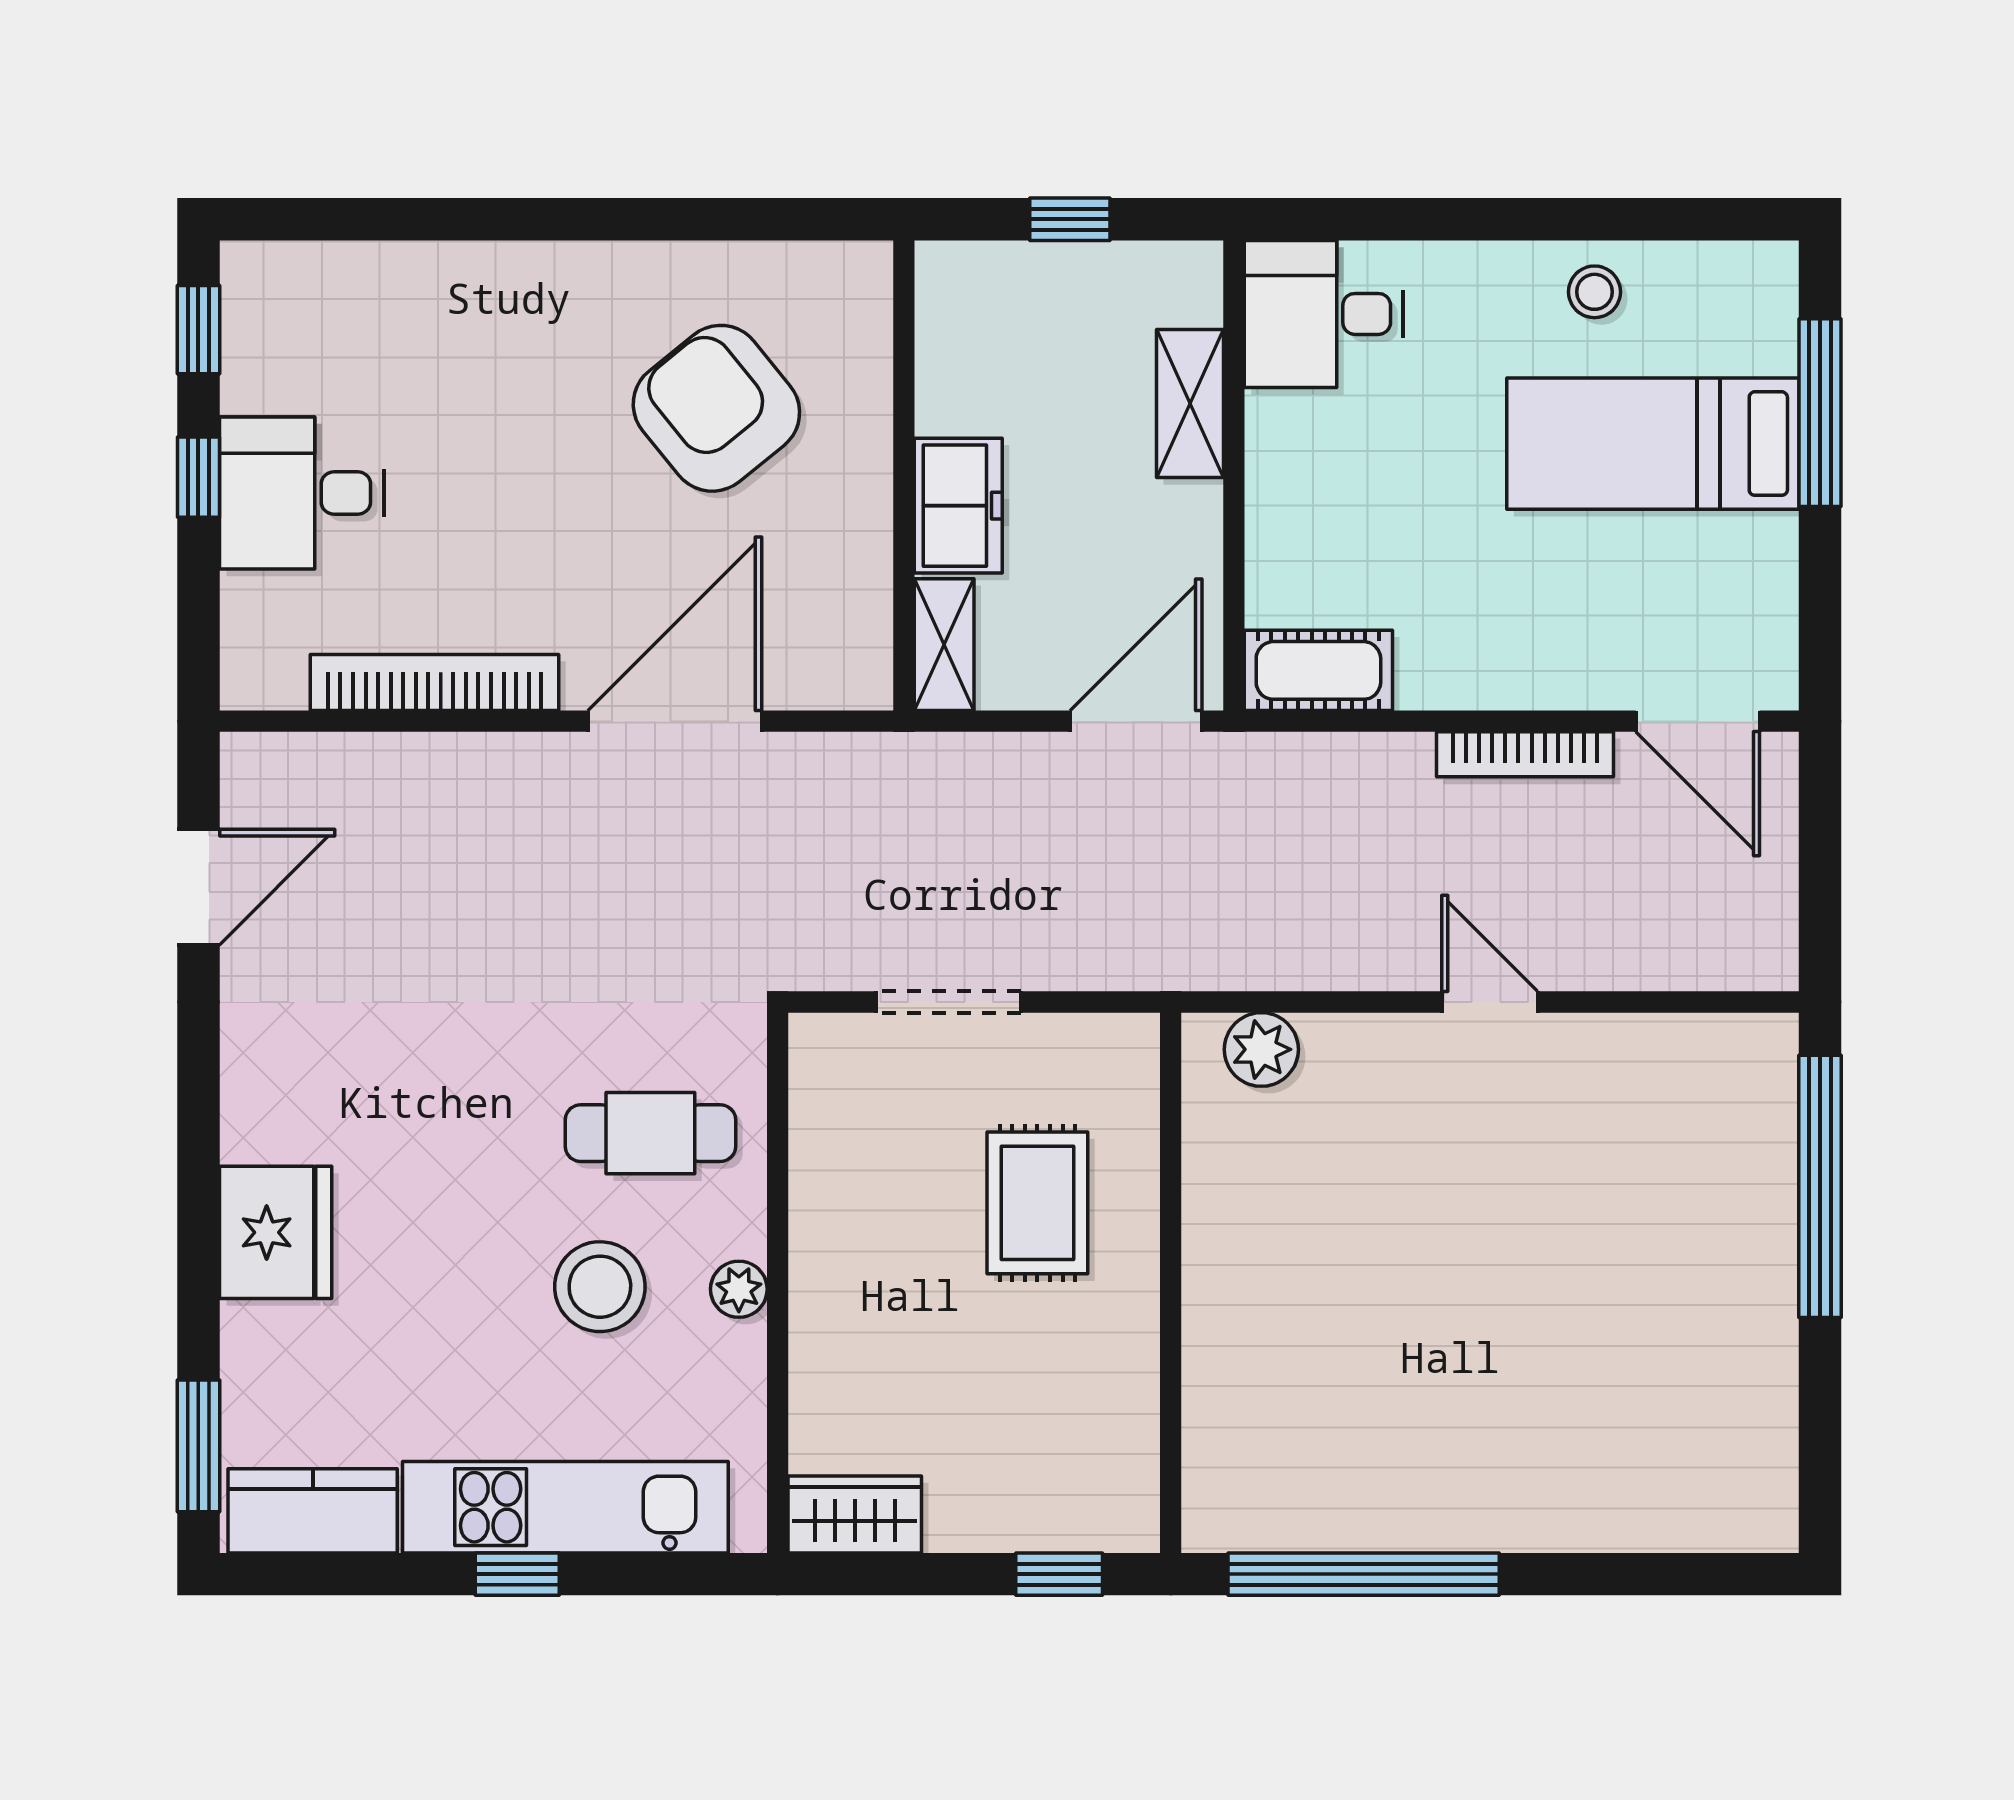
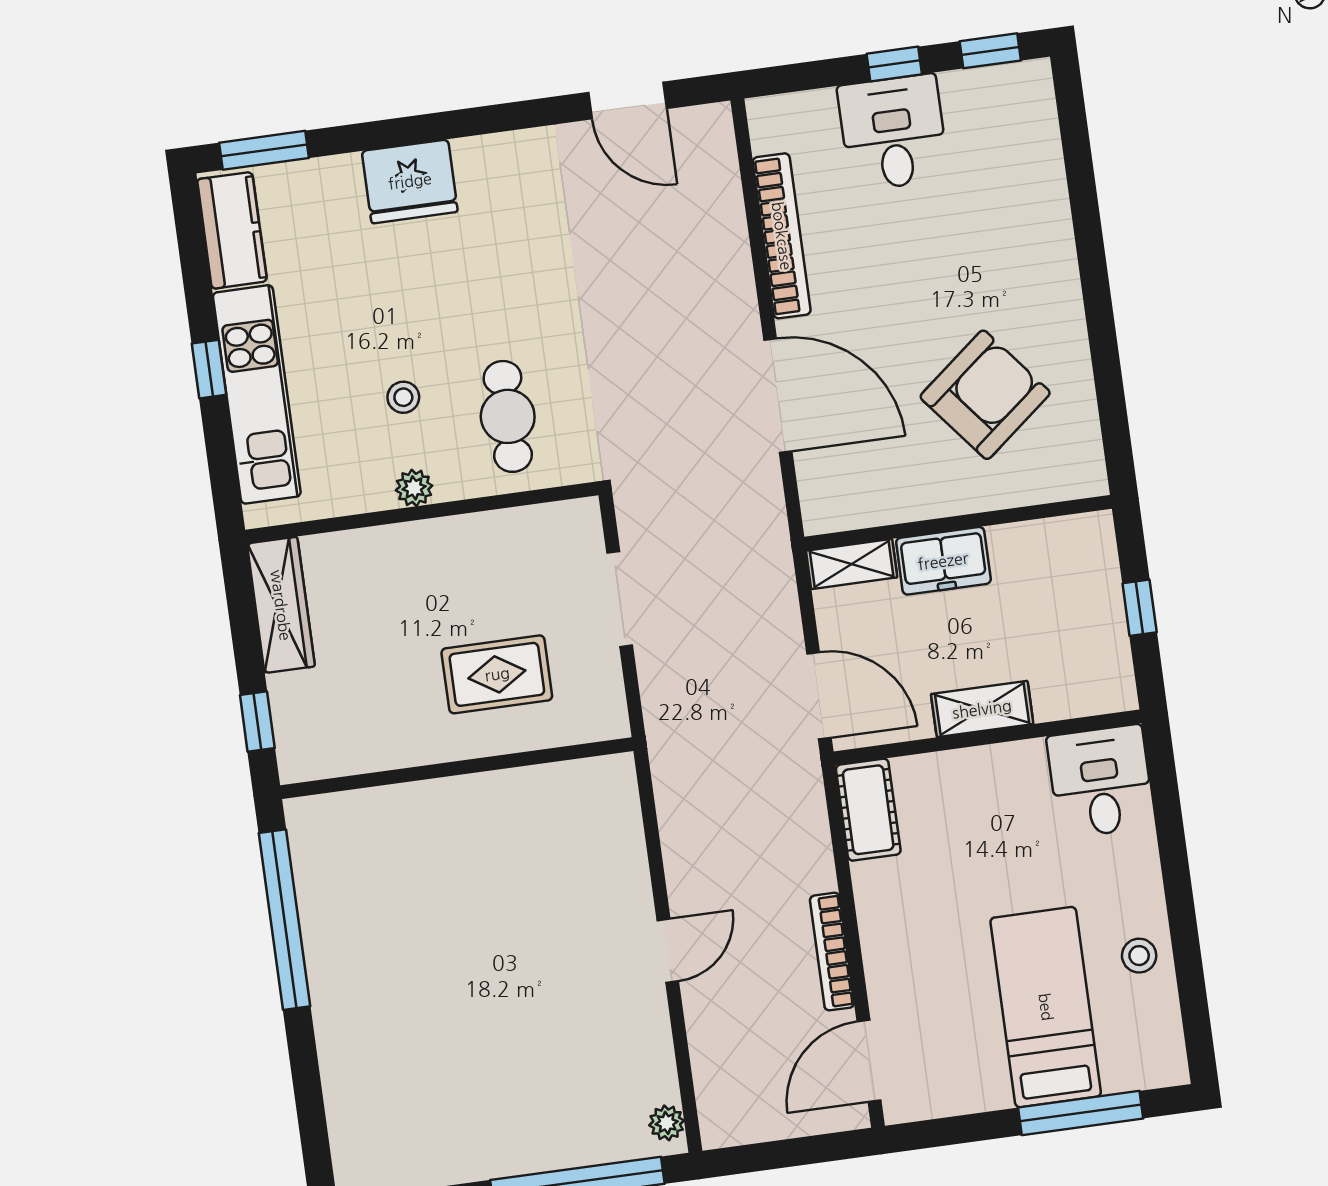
shelving: (1190, 404) -> (982, 709), moved
plant: (1261, 1049) -> (667, 1123), moved, width x0.73, depth x0.73
stool: (600, 1287) -> (403, 397), width x0.53, depth x0.53
wardrobe: (855, 1514) -> (281, 605), width x1.50

